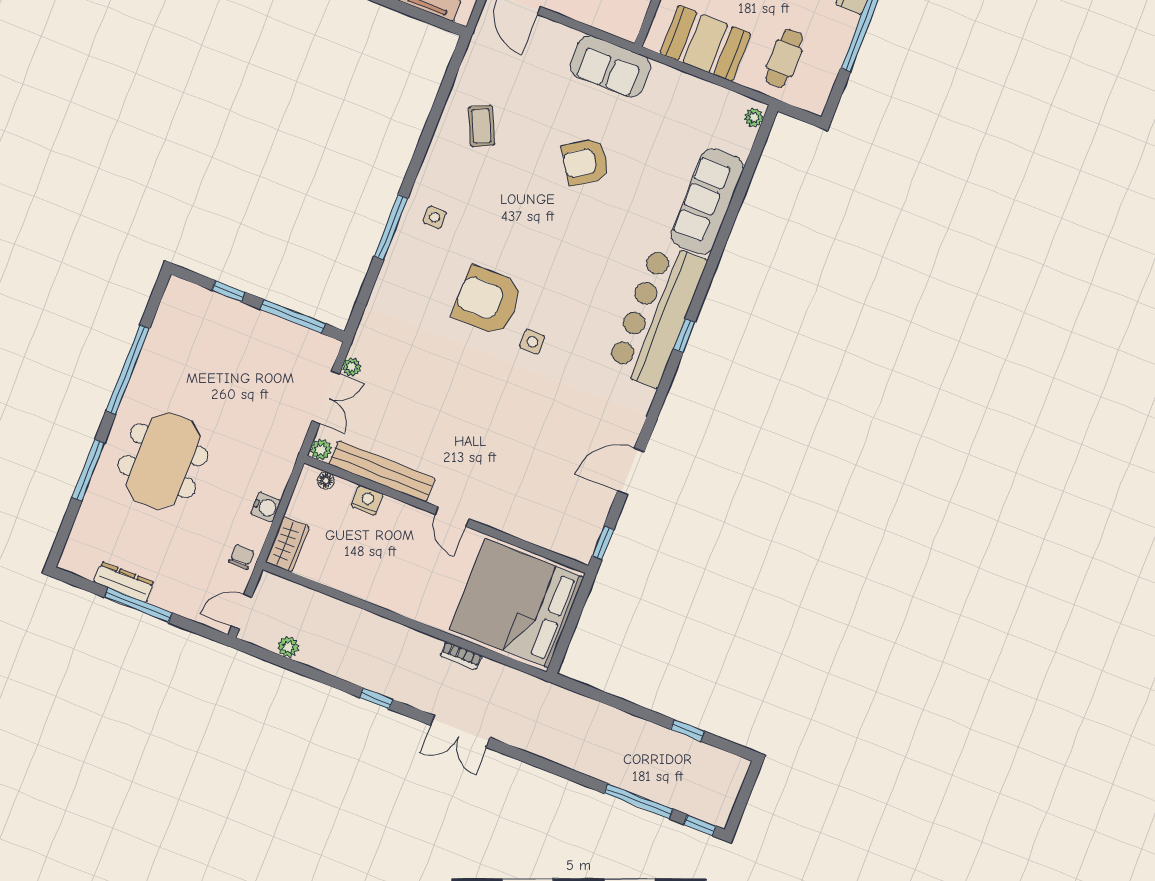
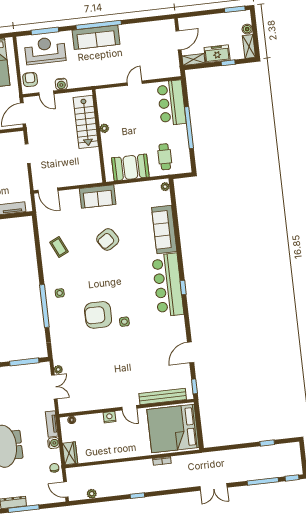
window: (391, 227) -> (44, 306), width x1.46
plant: (321, 450) -> (63, 409), removed
tv unit: (282, 467) -> (52, 424), added
bench: (382, 471) -> (163, 396), moved
nightstand: (367, 500) -> (109, 417), moved
door: (242, 612) -> (66, 489), hinge flipped
double door: (460, 731) -> (214, 487), moved

